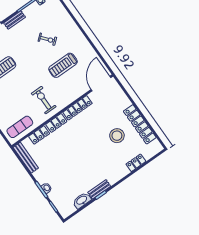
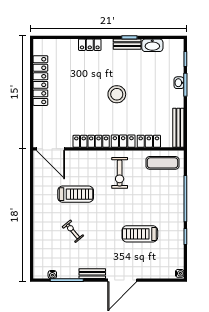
door: (101, 84) -> (51, 149), hinge flipped
stool: (117, 136) -> (117, 94), moved
locker: (136, 163) -> (90, 45), moved

